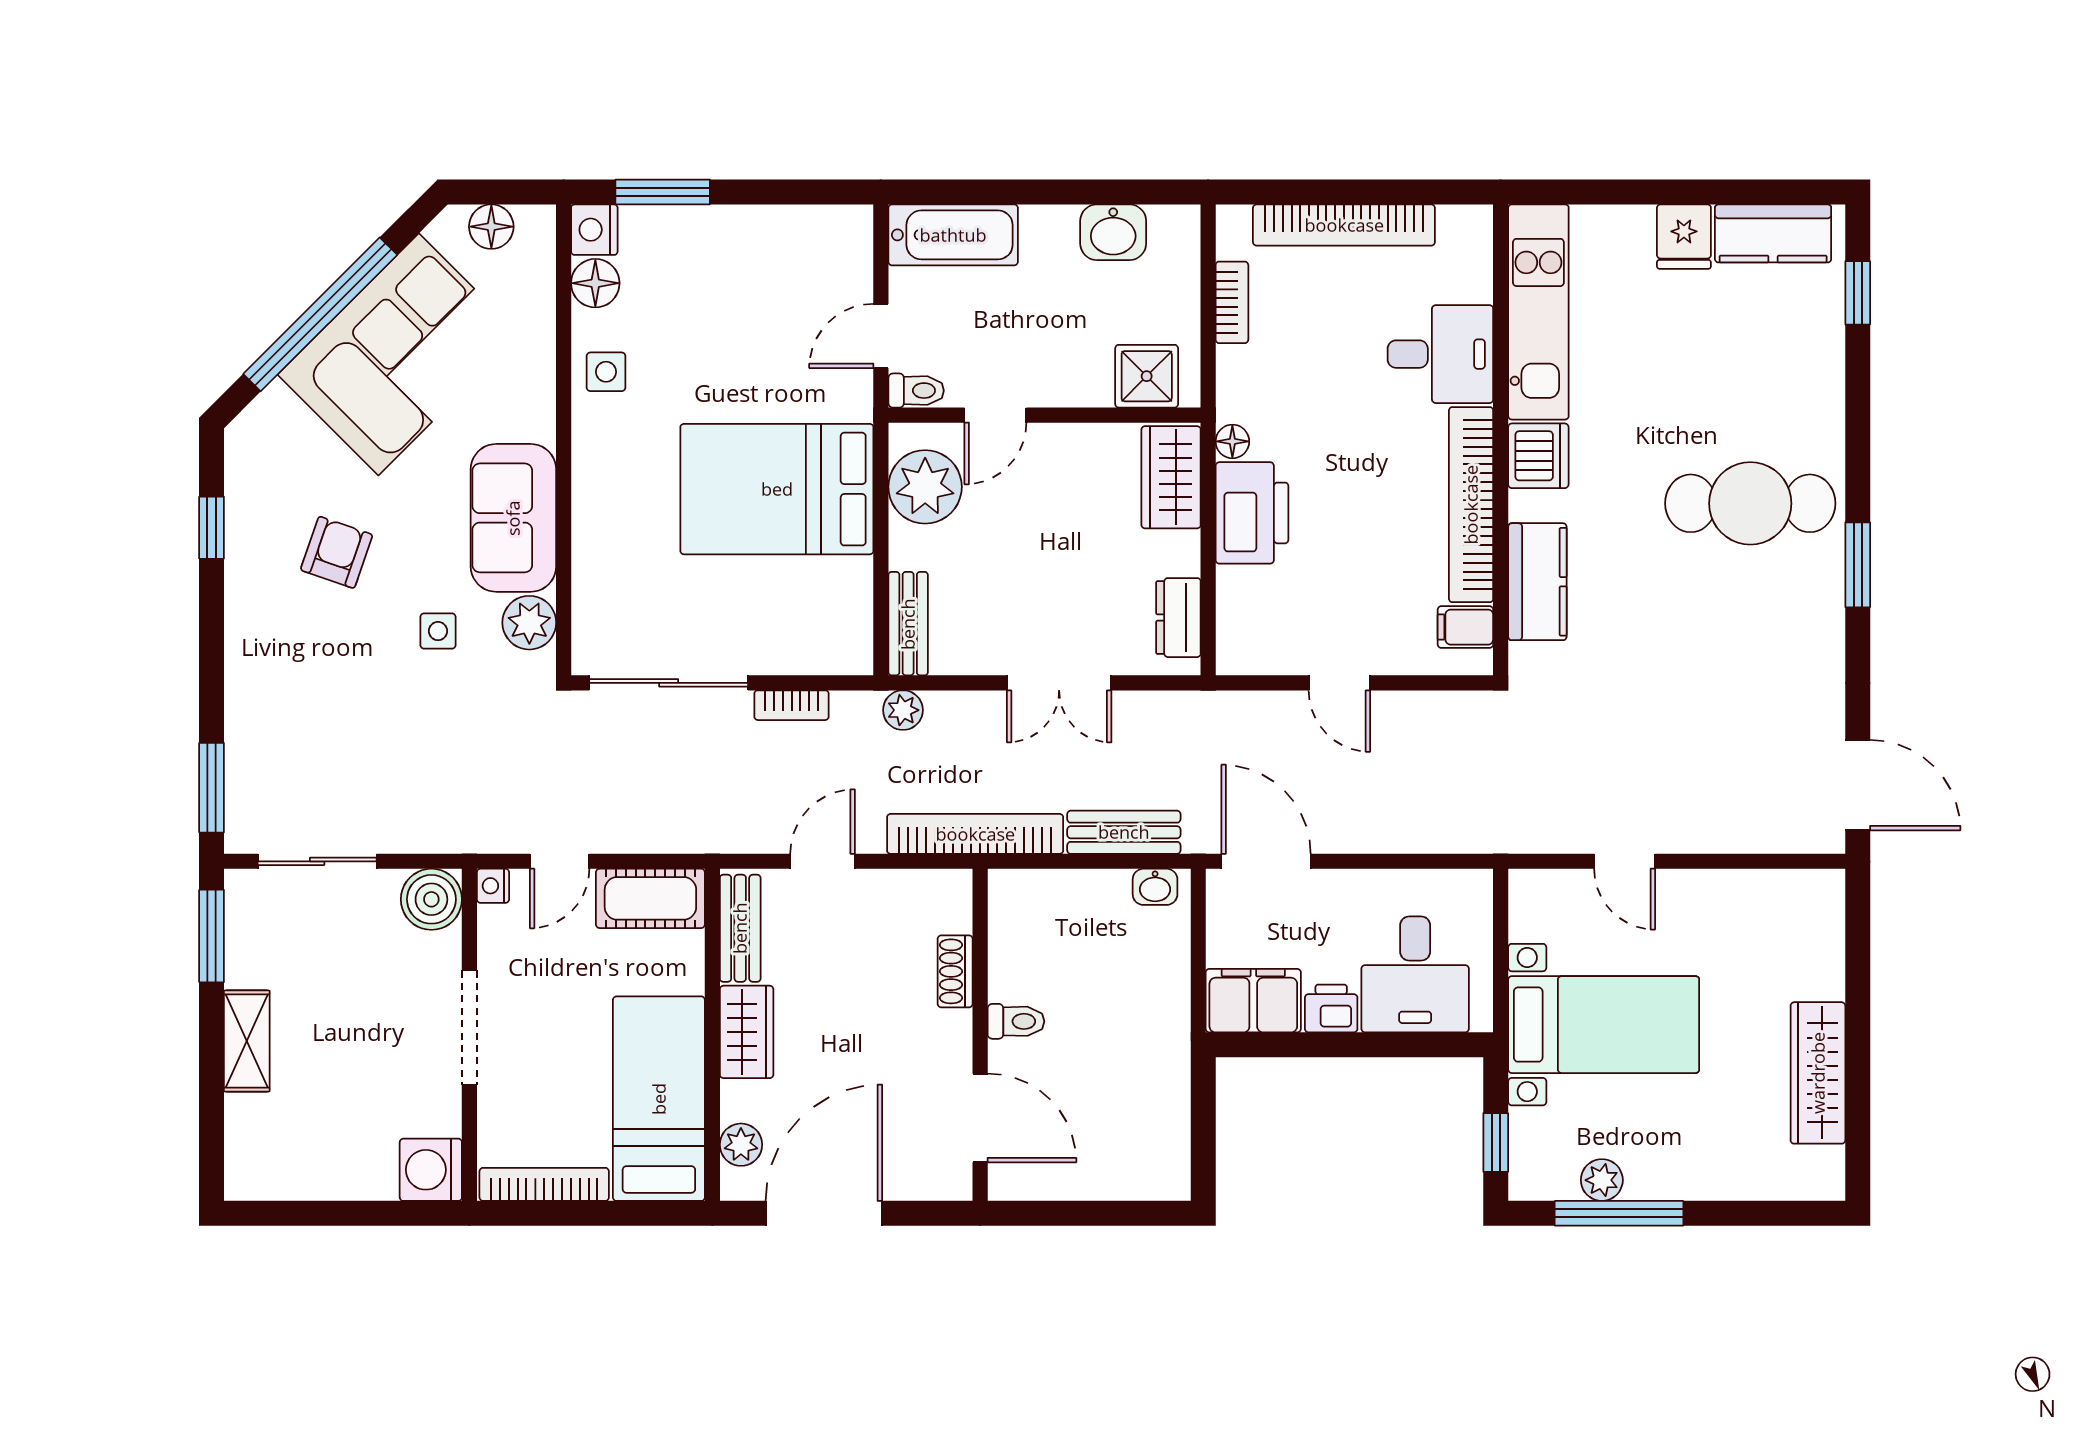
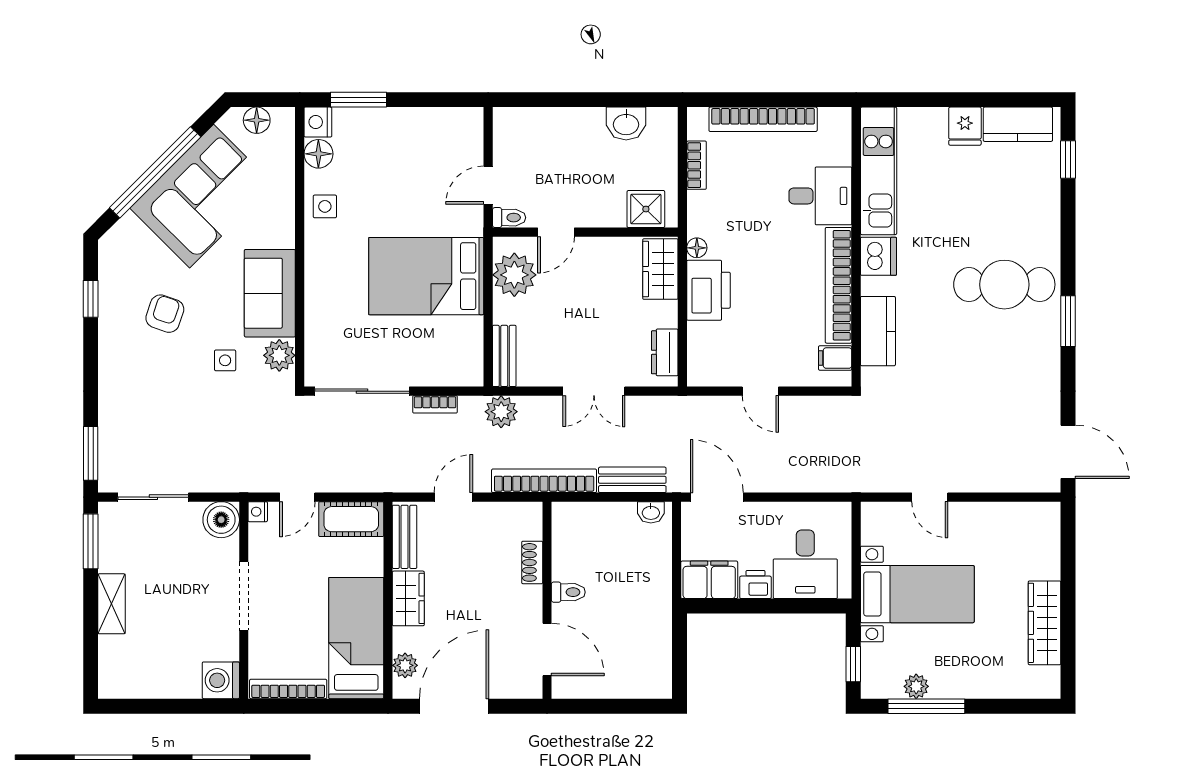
bathtub: (953, 235) -> (531, 125), removed
plant: (903, 710) -> (501, 412), width x1.38, depth x1.38

